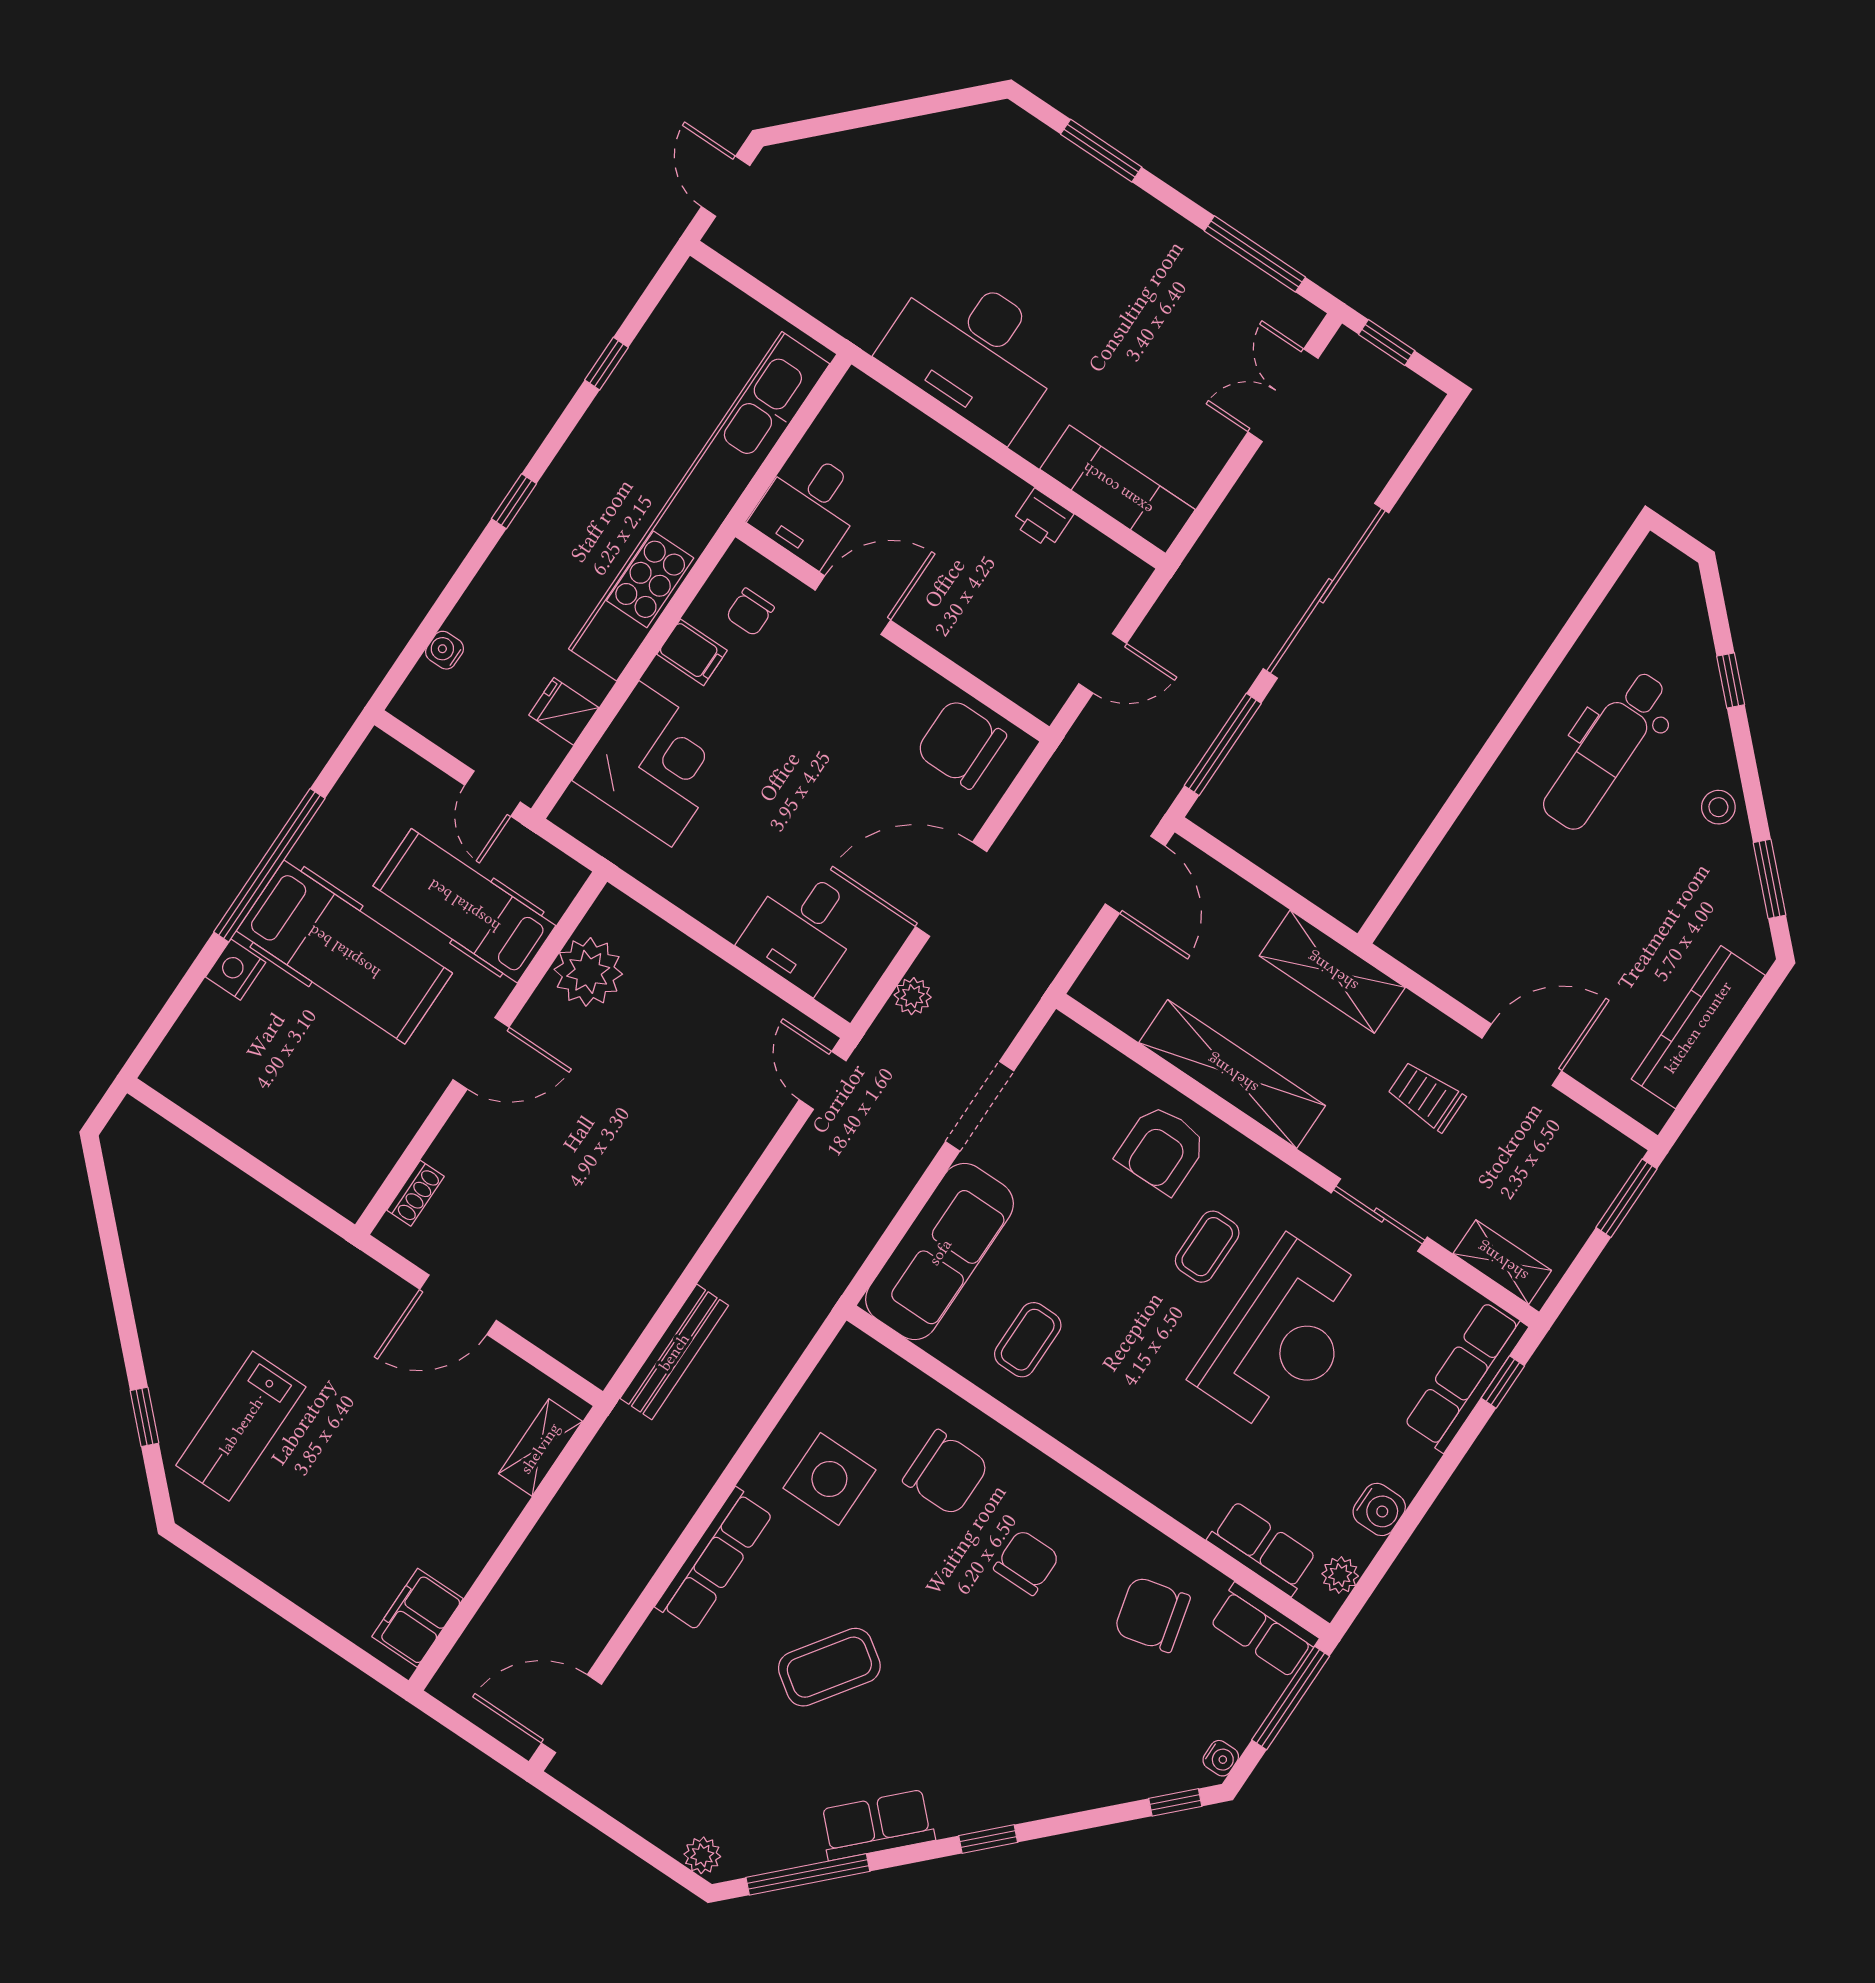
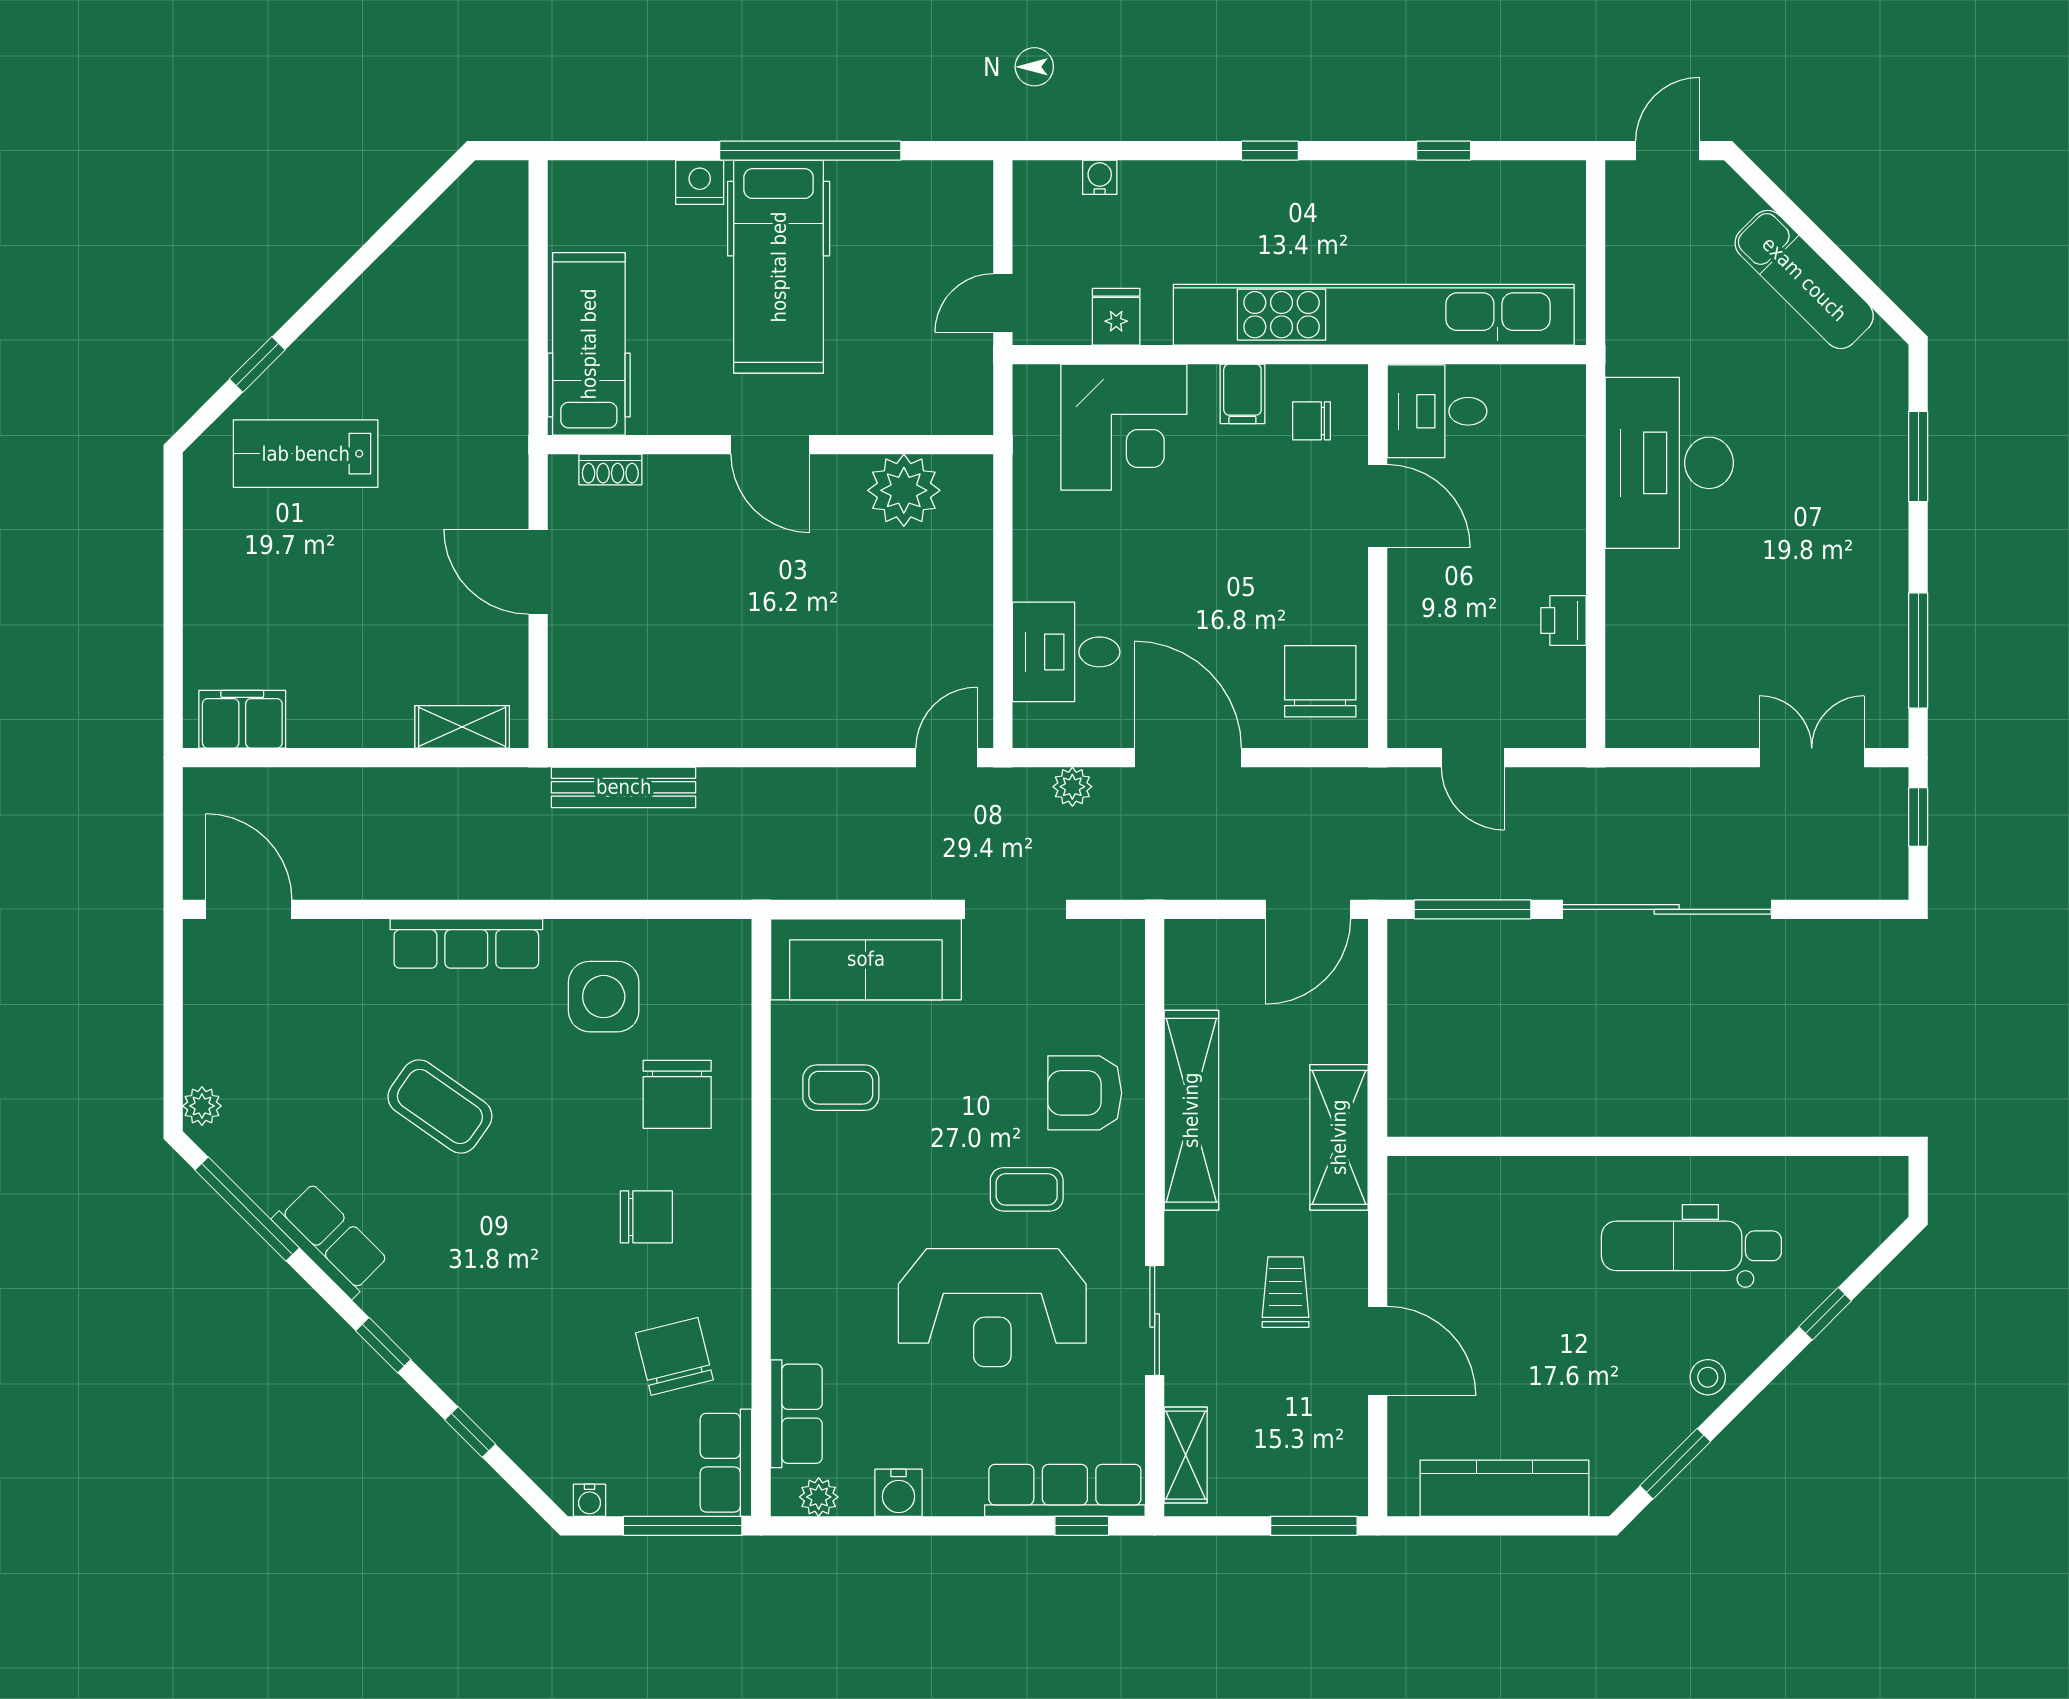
exam couch: (1117, 489) -> (1804, 279), moved, turned 135
hospital bed: (464, 906) -> (589, 344), moved
window: (1175, 1802) -> (470, 1432), moved

